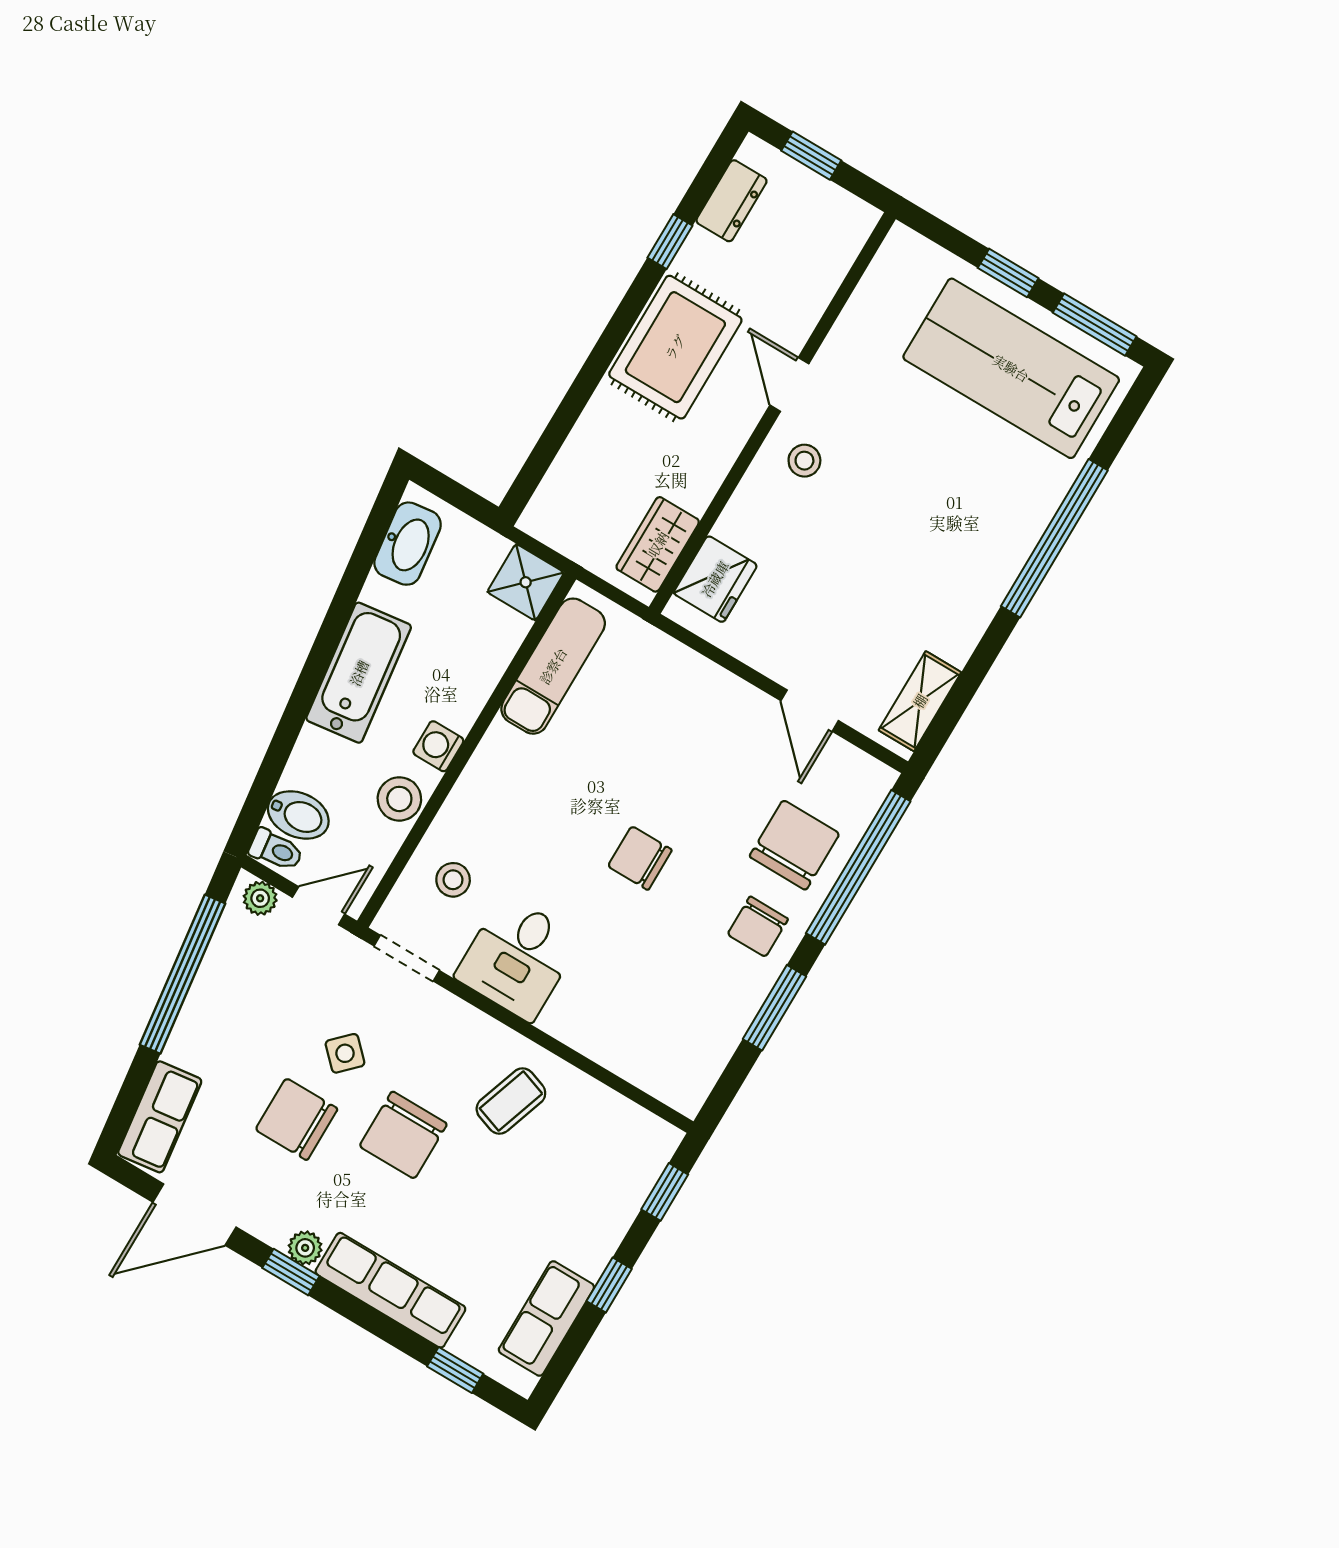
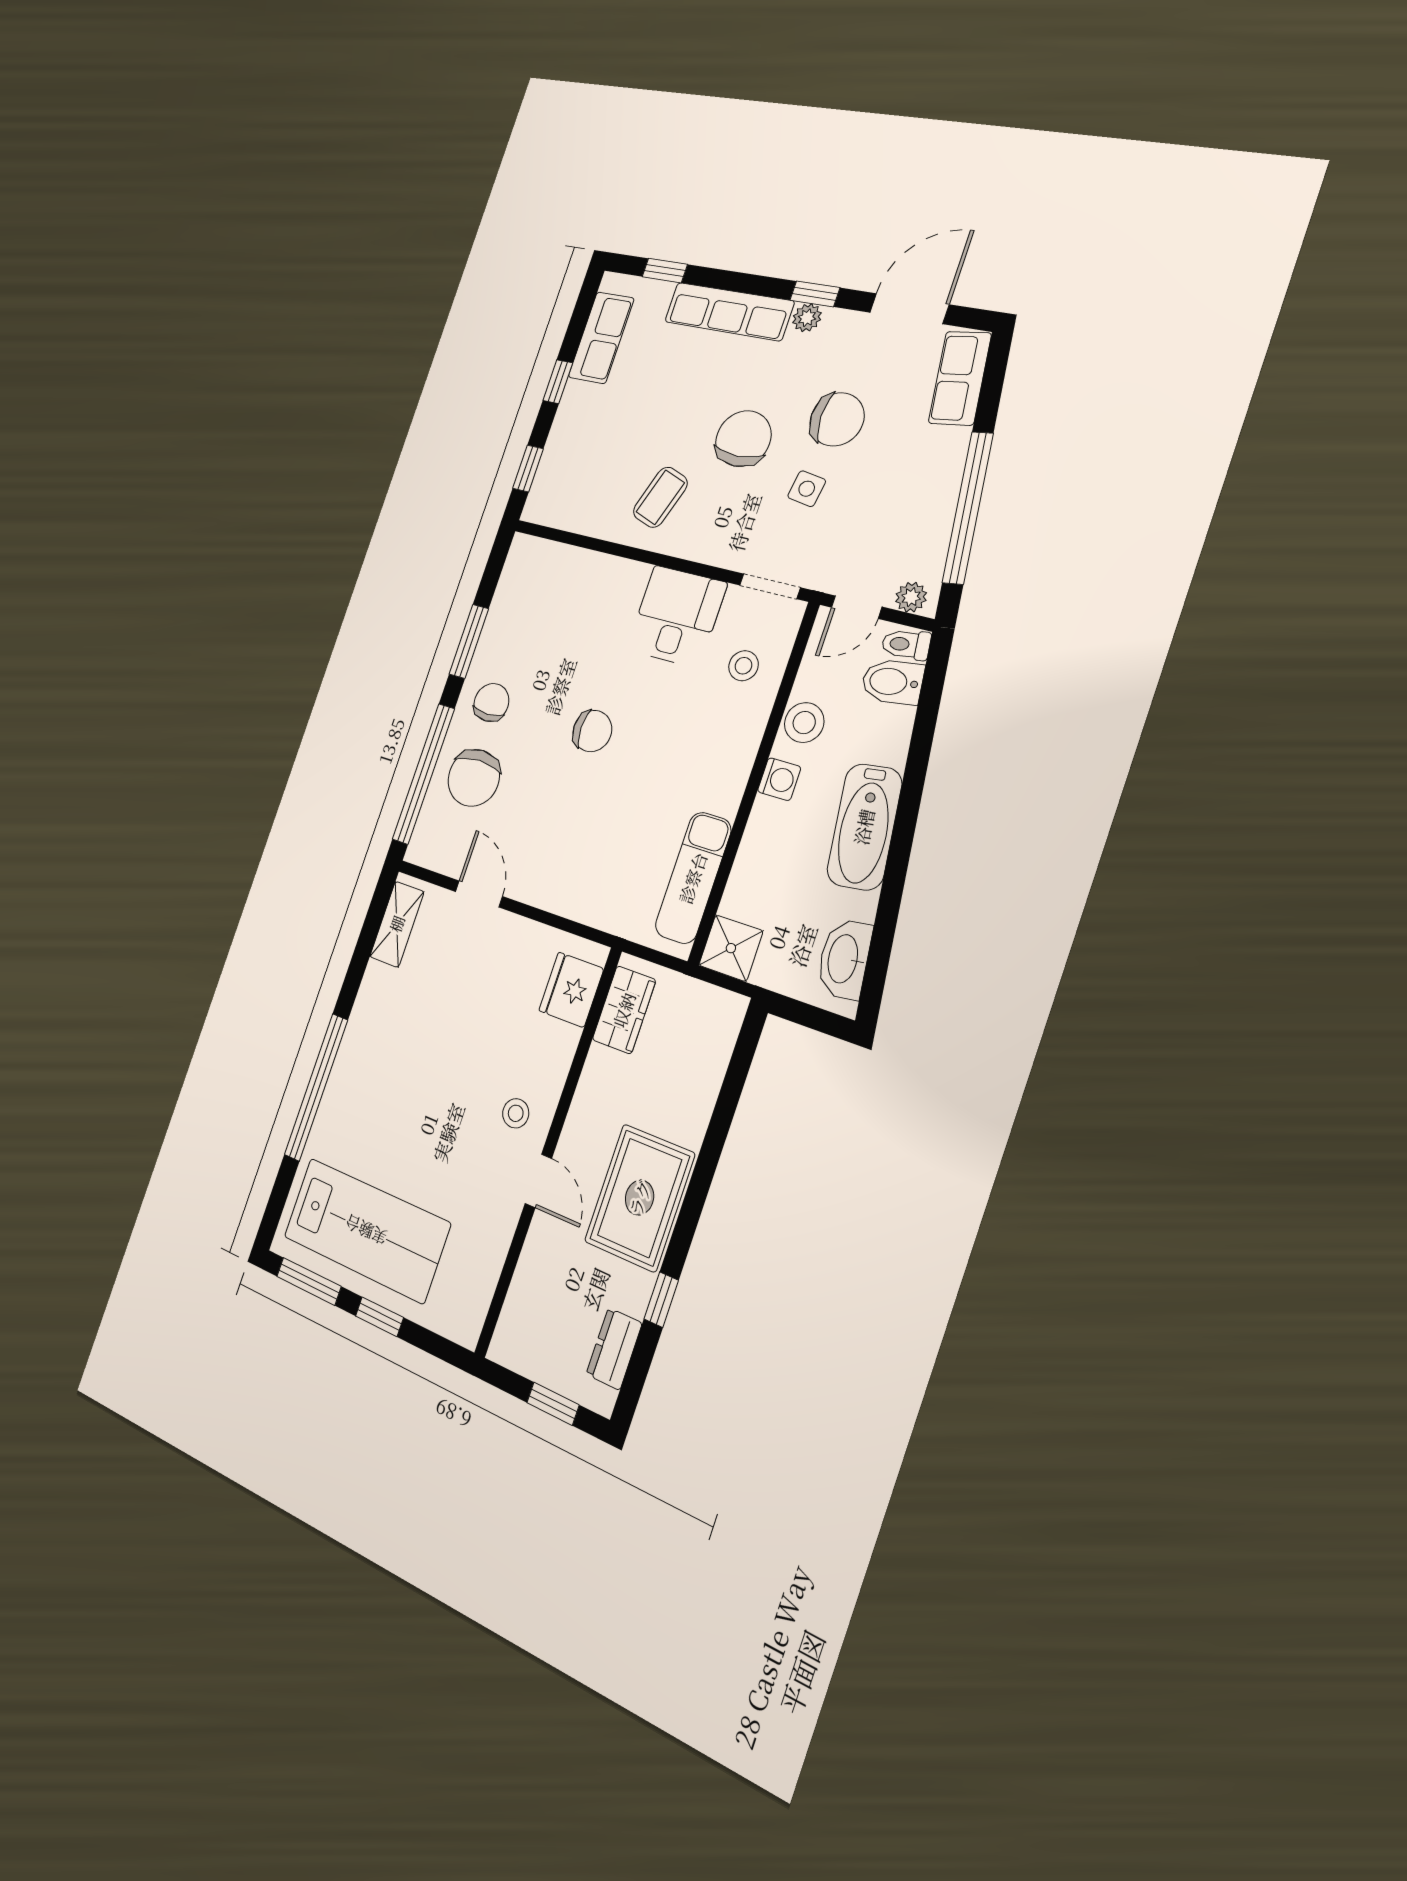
side table: (345, 1053) -> (807, 489), turned -36

